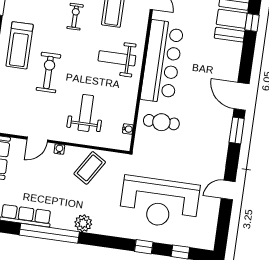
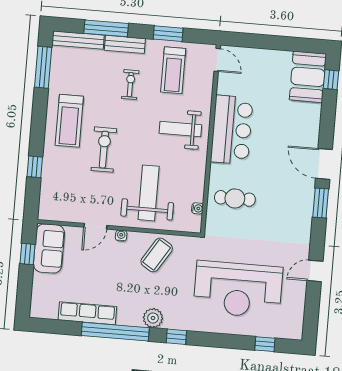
bar counter: (162, 62) -> (232, 130), width x0.73
weight bench: (86, 113) -> (149, 193), width x1.36, depth x1.33
window: (144, 247) -> (176, 337), moved

